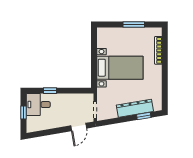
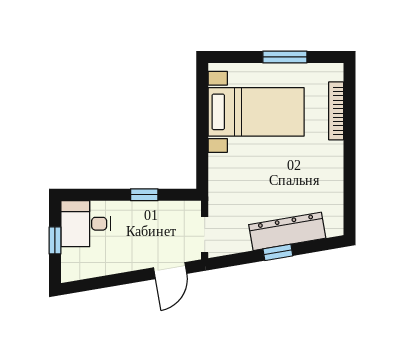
bed with nightstands: (120, 68) -> (256, 112), moved
window: (50, 91) -> (144, 195), moved
window: (144, 116) -> (278, 252), moved

